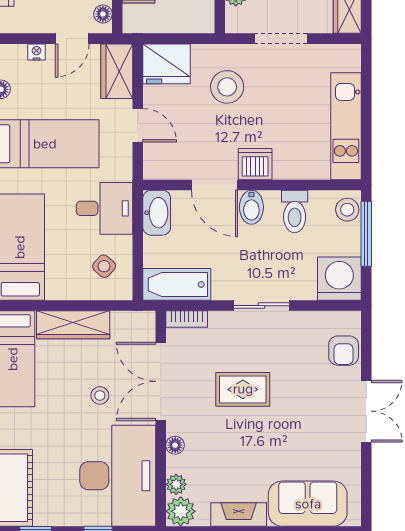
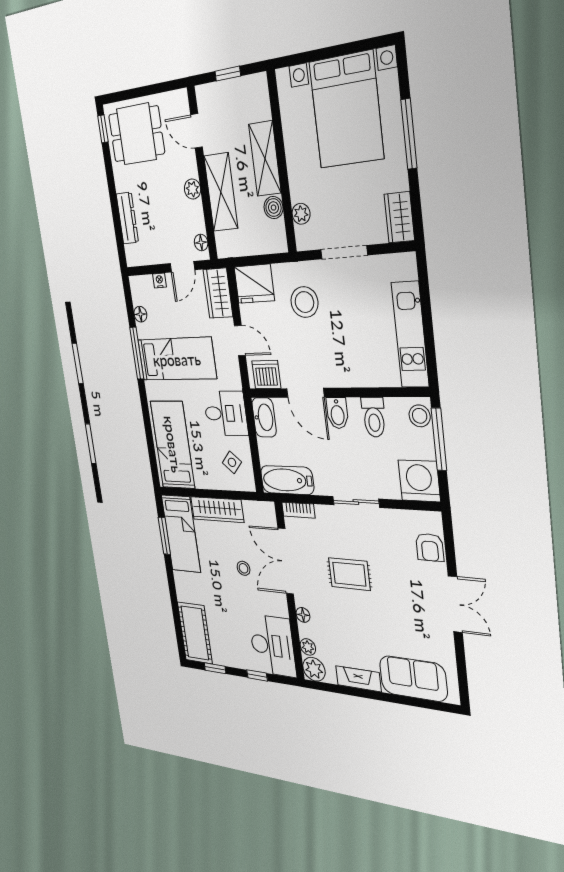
dishwasher: (255, 164) -> (266, 375), moved
desk: (118, 476) -> (272, 646), width x0.73, depth x0.77

